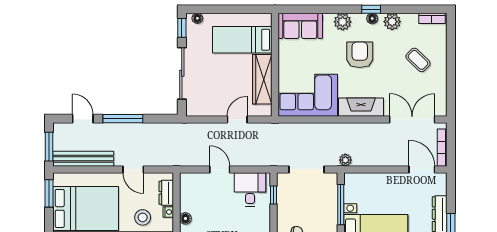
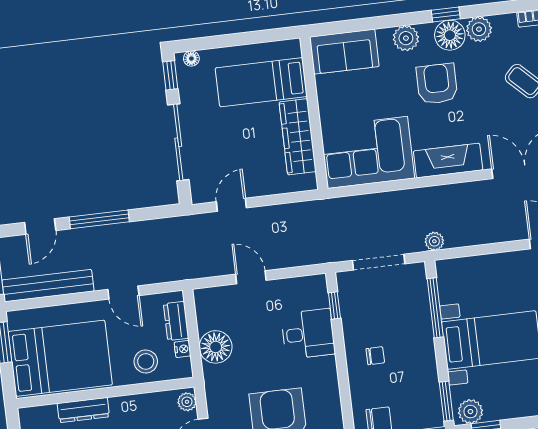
floor lamp: (372, 18) -> (450, 35), width x1.89, depth x1.89
door: (83, 119) -> (40, 226), swing flipped
door: (237, 119) -> (231, 205), moved
desk: (250, 189) -> (308, 334), moved, turned 90
floor lamp: (185, 218) -> (216, 347), width x1.89, depth x1.89

